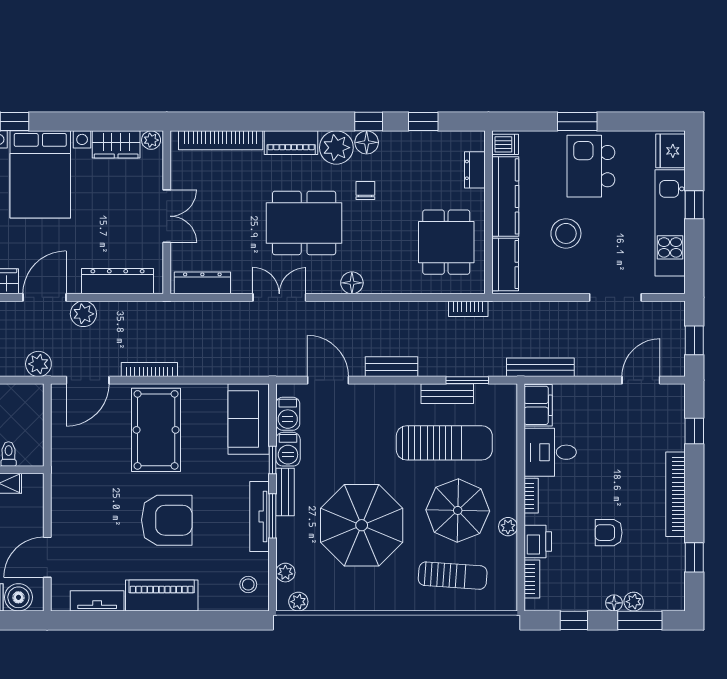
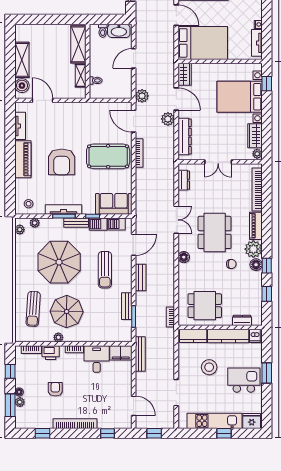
dresser: (202, 283) -> (184, 180), width x0.70
sun lounger: (444, 443) -> (105, 270), moved, width x0.73, depth x0.75

